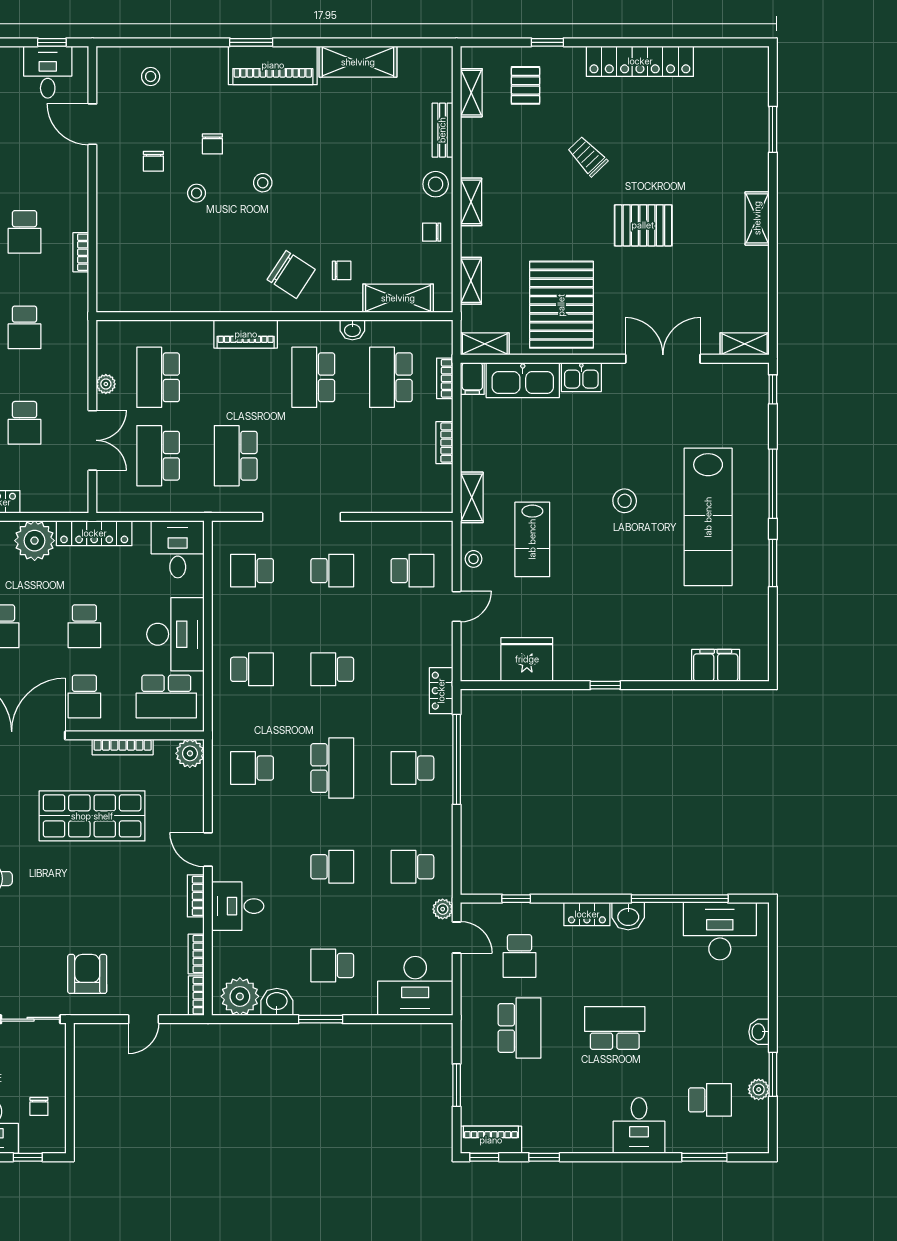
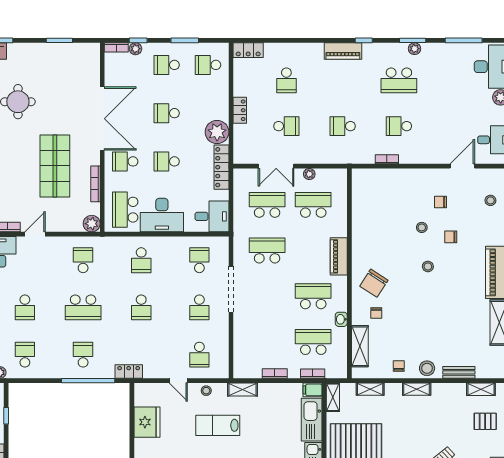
school desk: (25, 423) -> (286, 126), turned 180
school desk: (332, 669) -> (141, 307), turned 180

